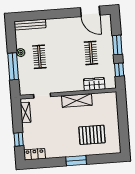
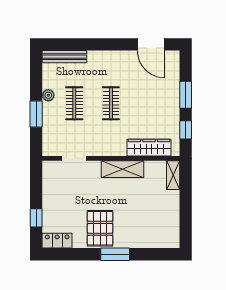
clothes rail: (91, 53) -> (111, 103), moved
window: (13, 66) -> (36, 114), width x0.69
wardrobe: (94, 84) -> (149, 148), width x1.50
shelving: (26, 113) -> (173, 175), moved
pallet: (92, 135) -> (100, 228), moved, turned 90

